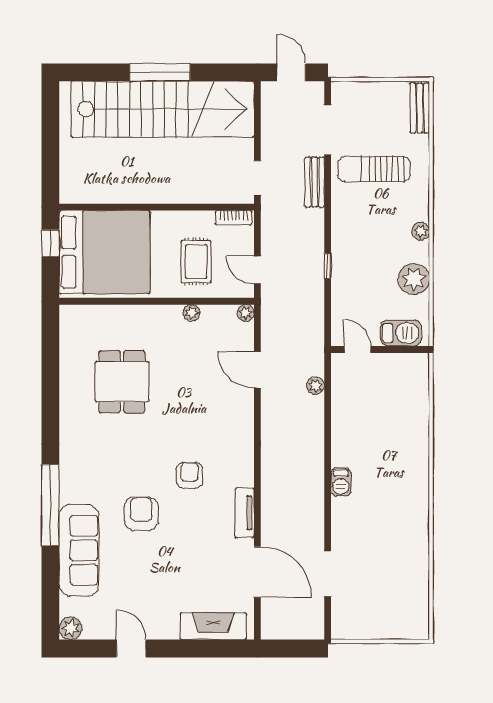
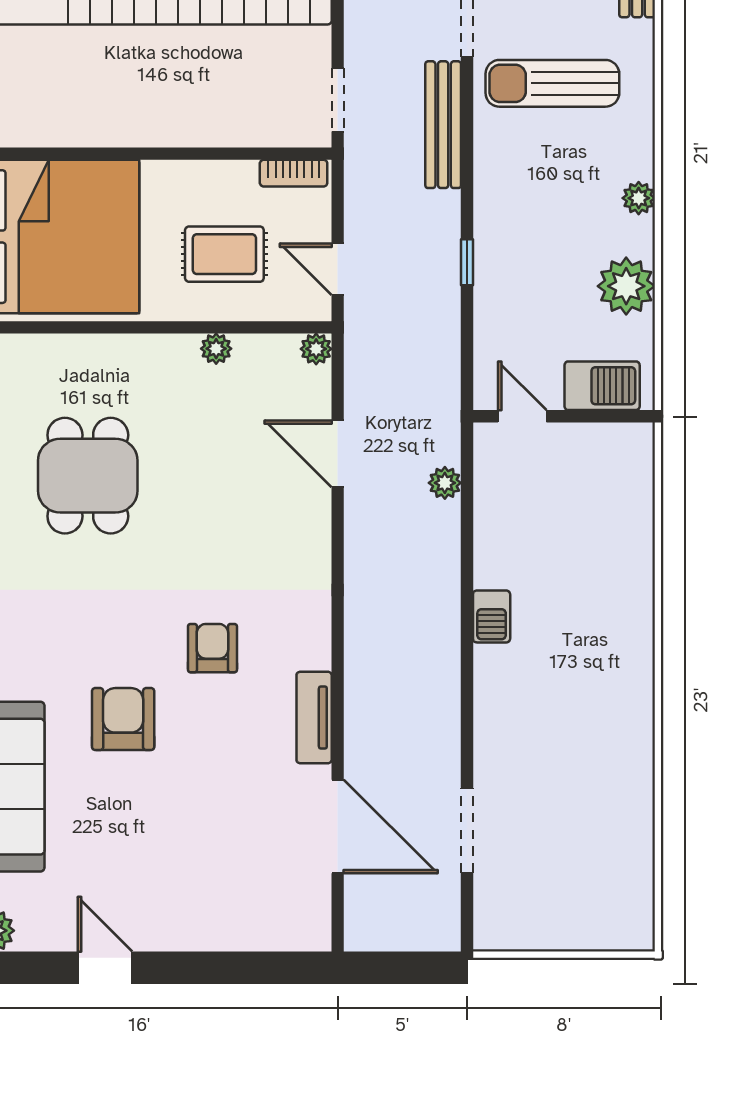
bench: (315, 182) -> (443, 125), width x1.36
rug: (196, 262) -> (224, 254), turned 90
barbecue: (341, 482) -> (492, 616), moved
fireplace: (213, 626) -> (256, 927), removed

